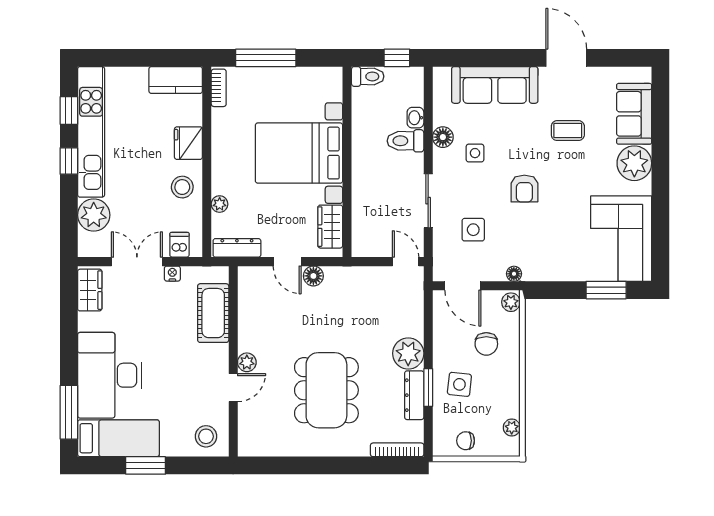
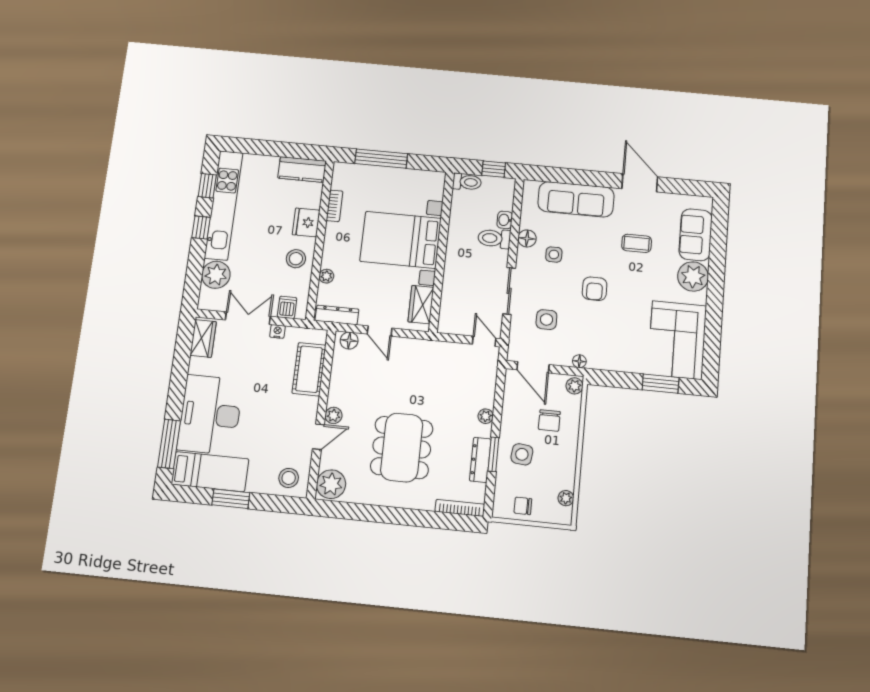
bookcase: (219, 88) -> (335, 206), moved
floor lamp: (313, 276) -> (349, 341), moved
plant: (408, 353) -> (486, 416), width x0.53, depth x0.53
plant: (253, 438) -> (331, 484), added

